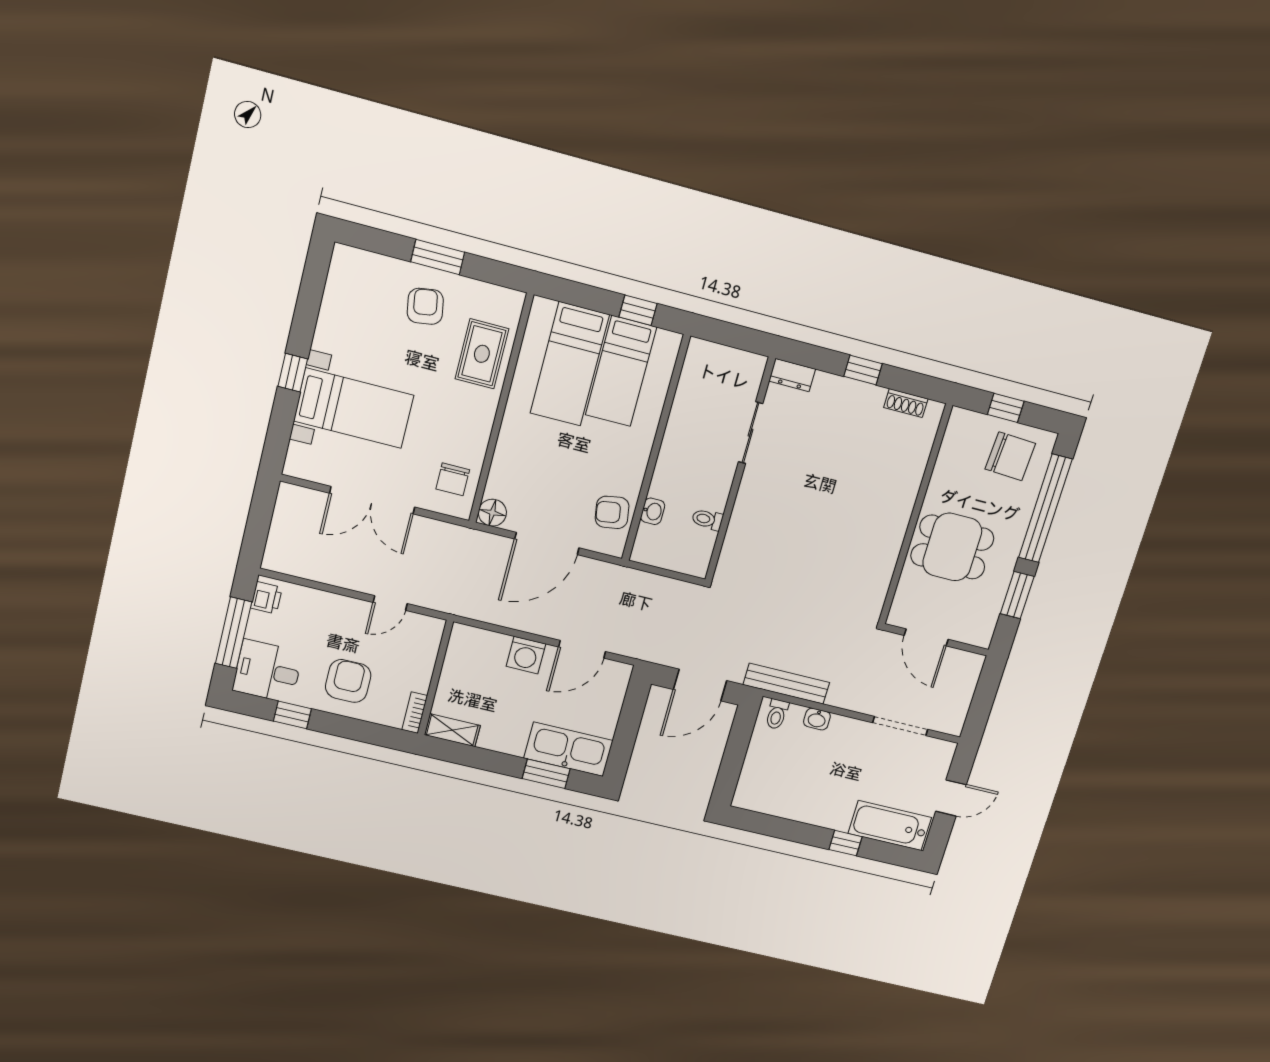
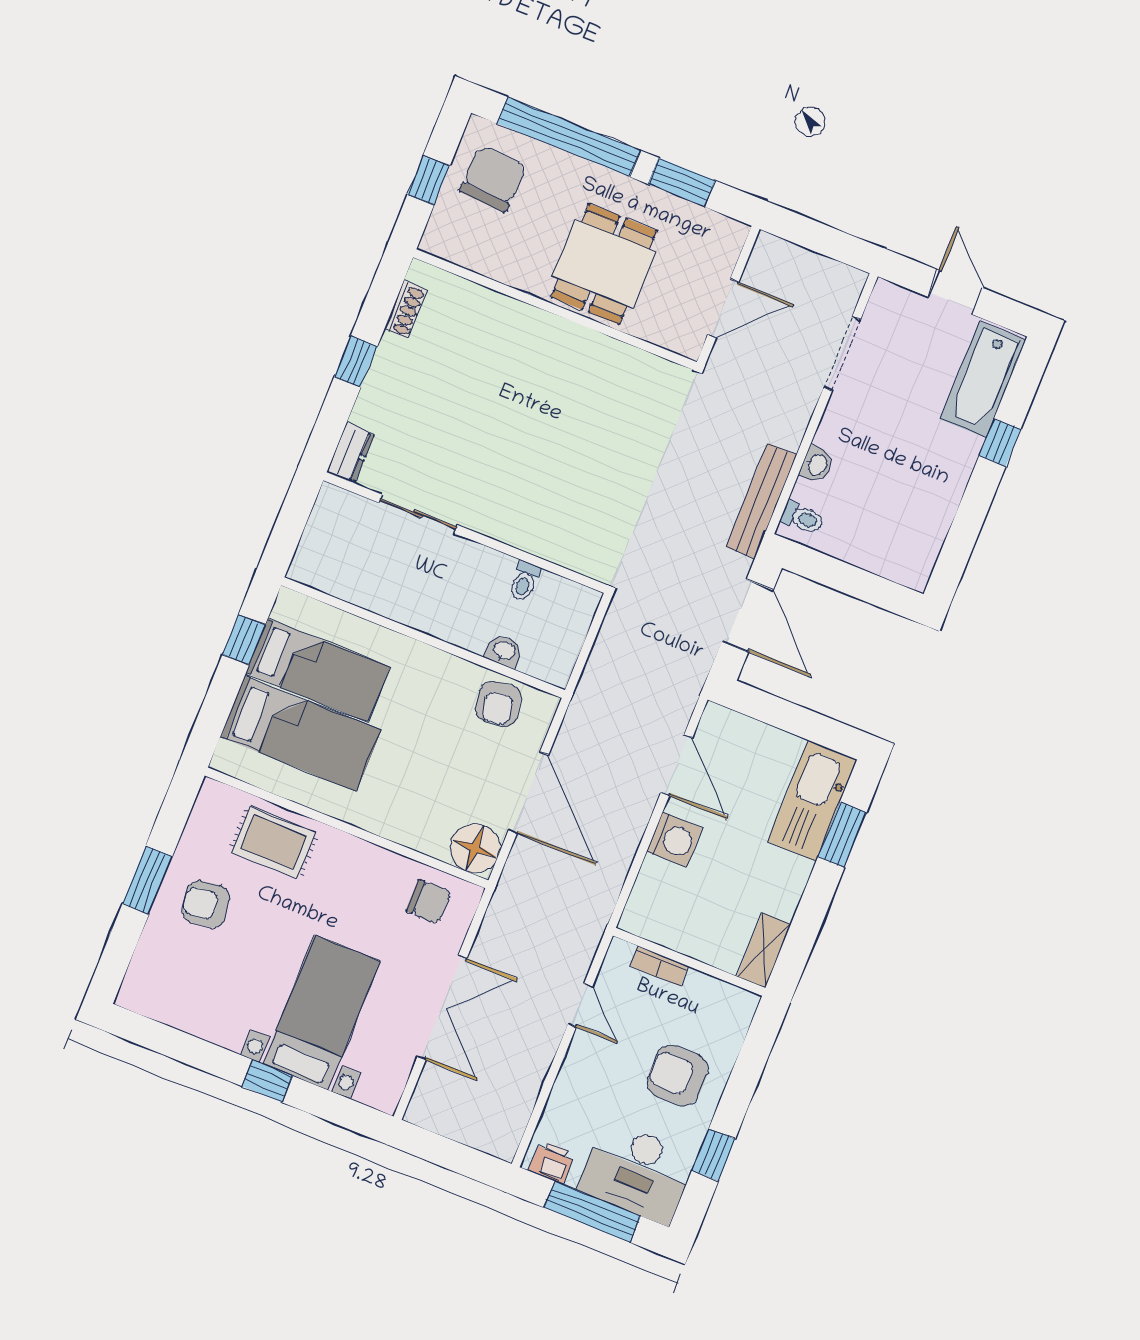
floor lamp: (492, 513) -> (475, 848), width x1.38, depth x1.38
desk: (268, 671) -> (637, 1172), width x1.37
bookcase: (415, 713) -> (659, 966), moved

